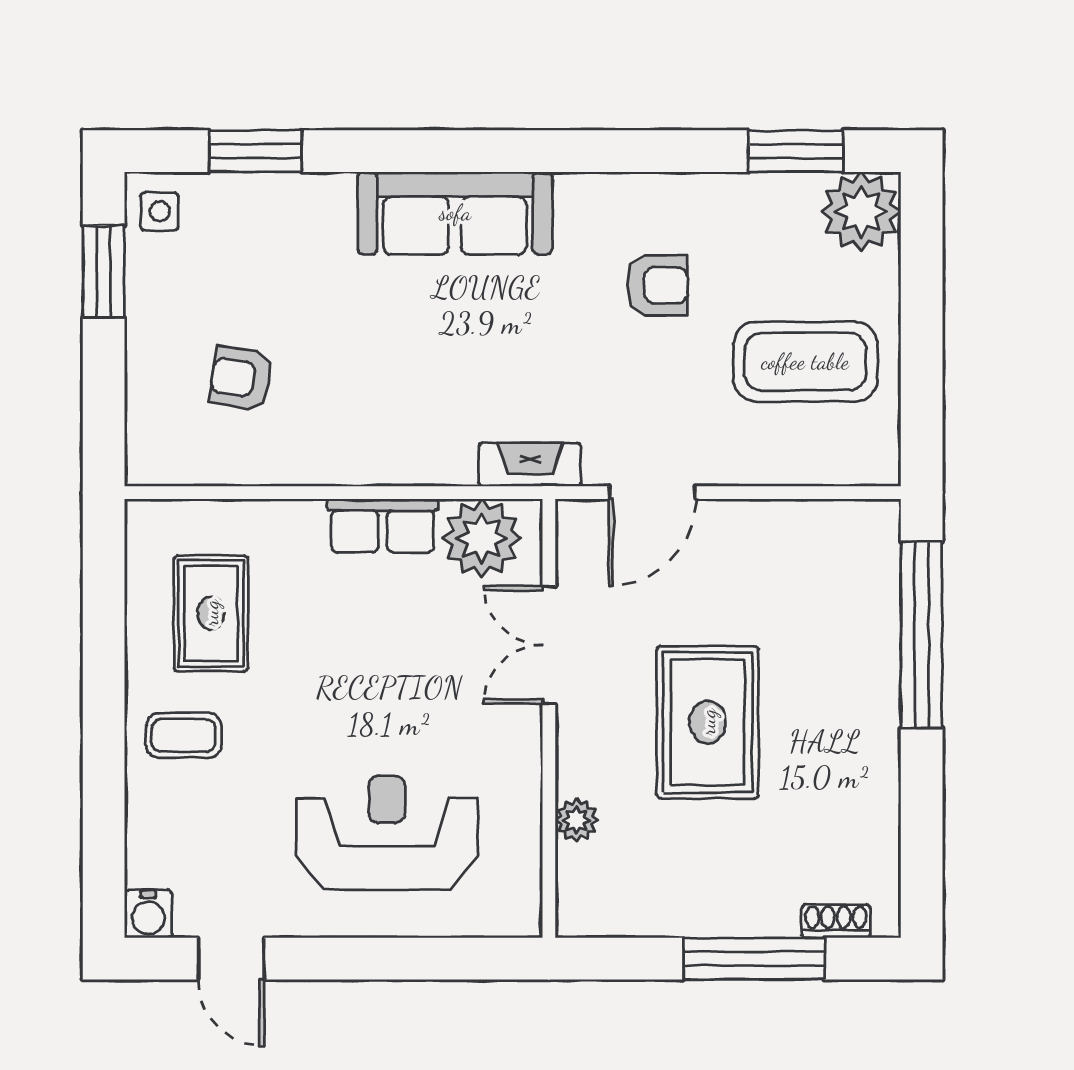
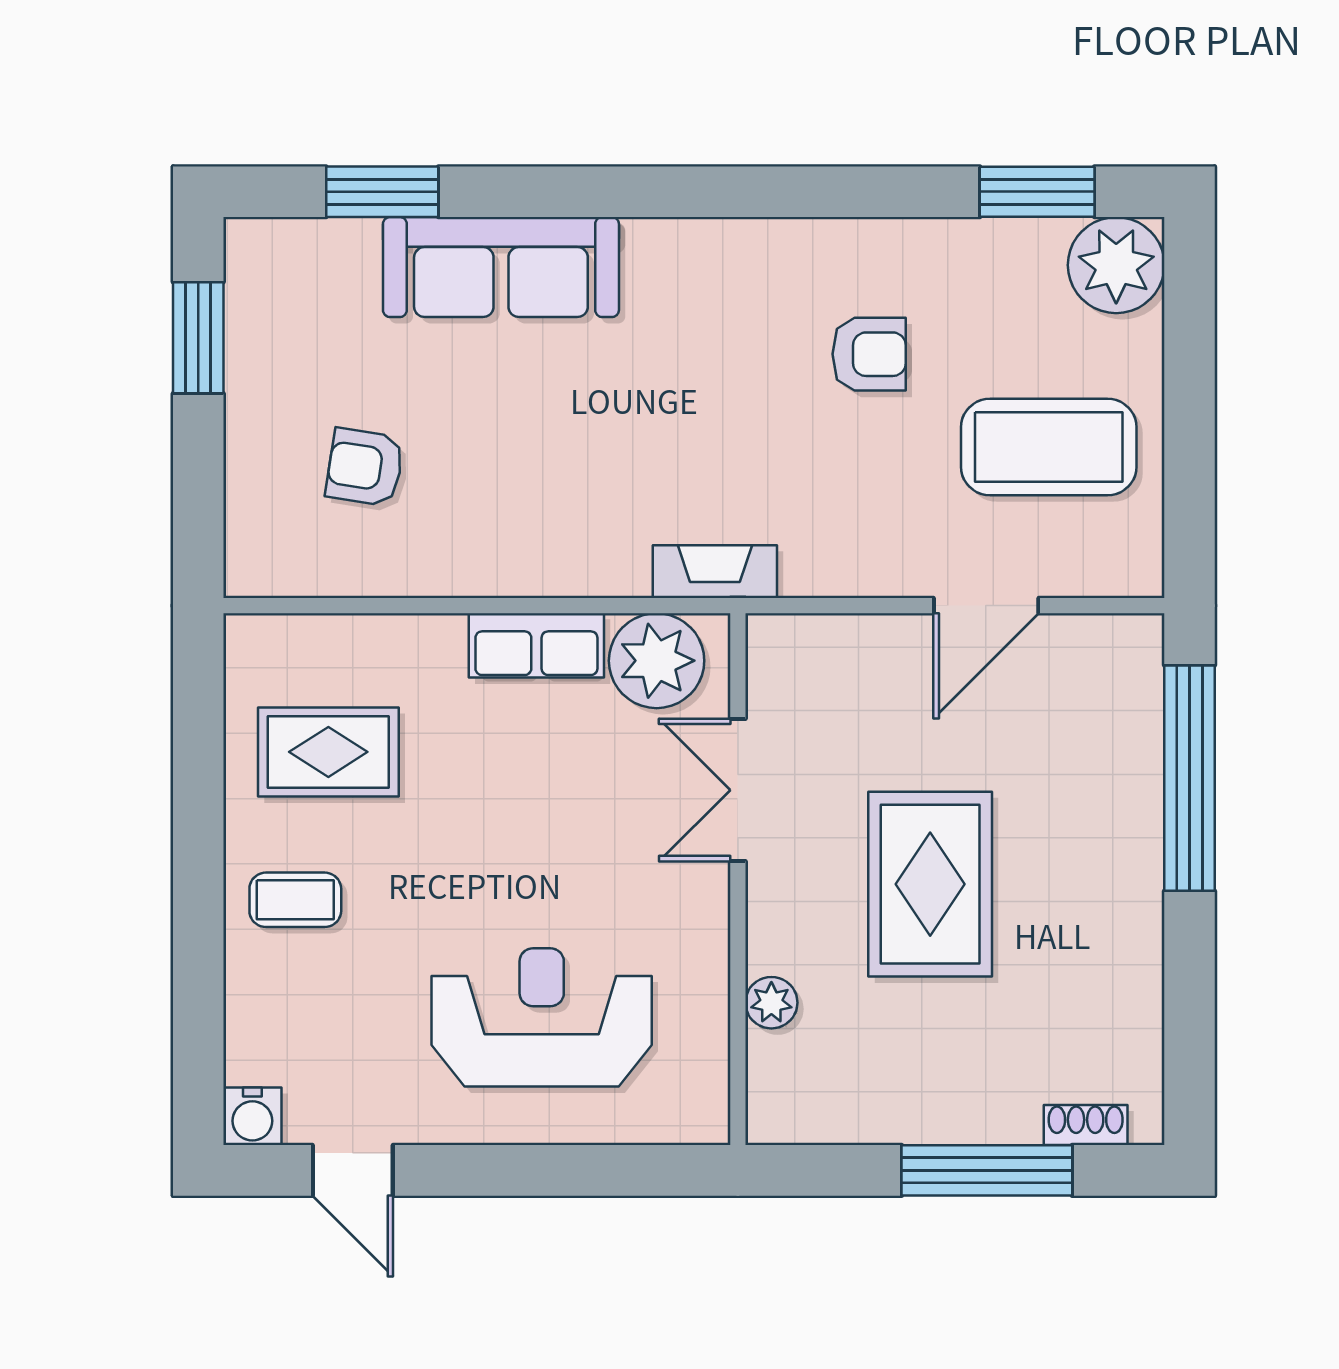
side table: (160, 211) -> (266, 265), removed
sofa: (455, 213) -> (501, 267), moved
door: (652, 493) -> (986, 606), moved
rug: (211, 613) -> (328, 752), turned 90

